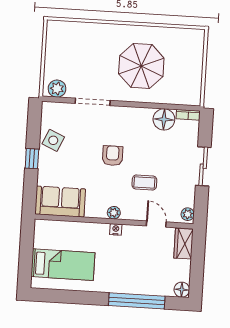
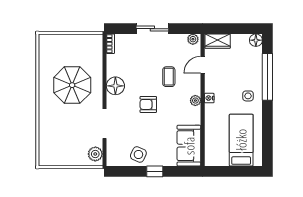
floor lamp: (164, 119) -> (115, 86), moved
side table: (115, 276) -> (248, 96), added

